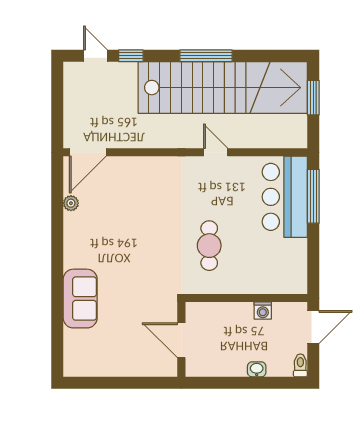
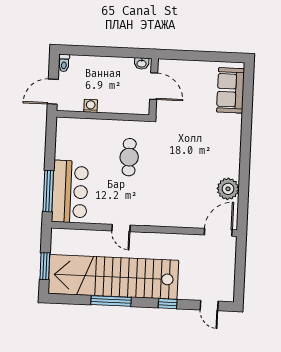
window: (131, 56) -> (168, 304), moved
window: (206, 56) -> (111, 301), moved
plant: (71, 203) -> (228, 189), width x1.88, depth x1.88
sofa: (80, 299) -> (231, 90), moved
washbasin: (257, 369) -> (142, 63), moved

